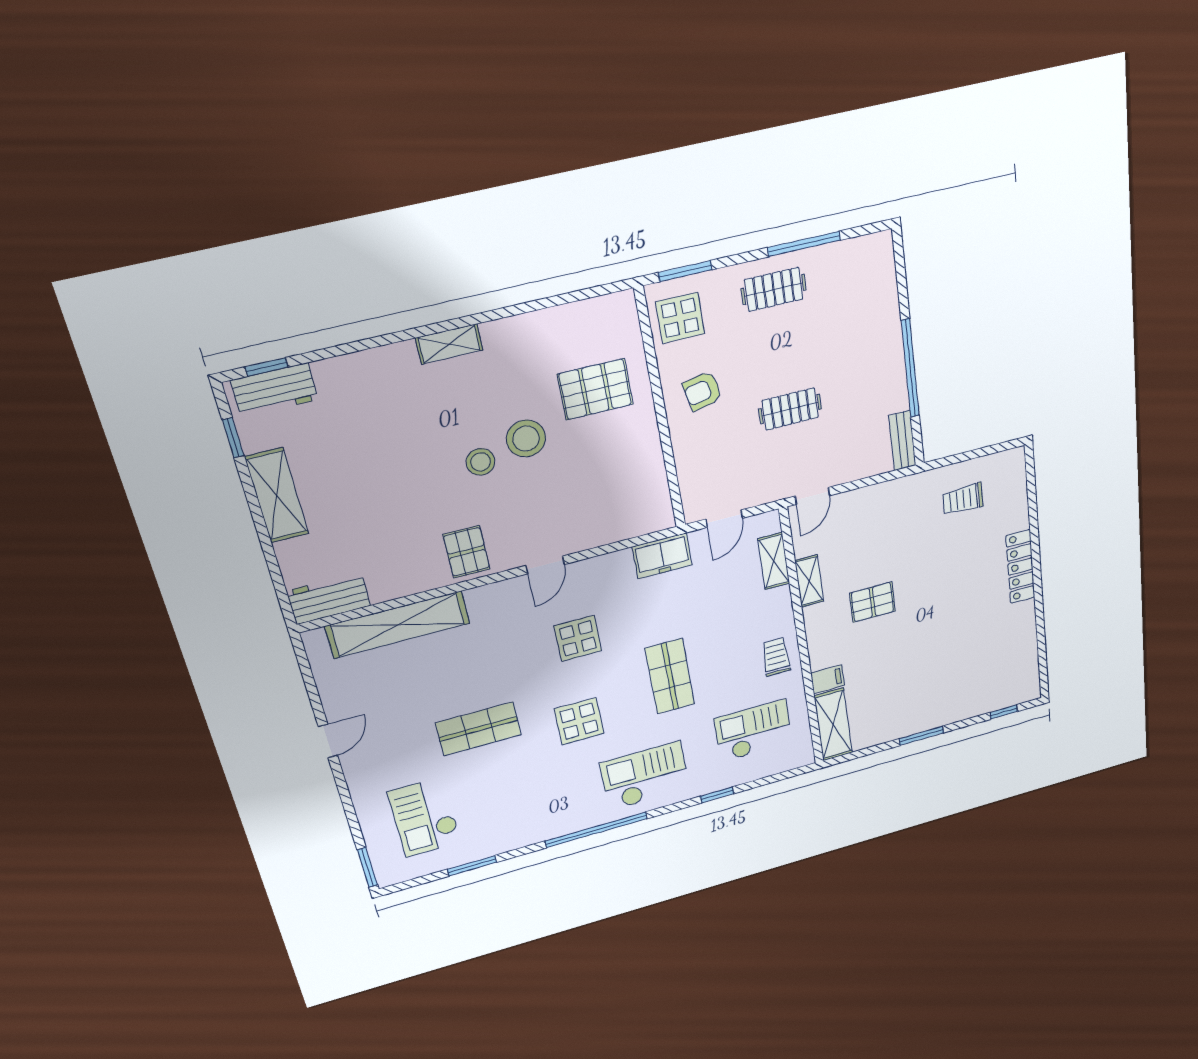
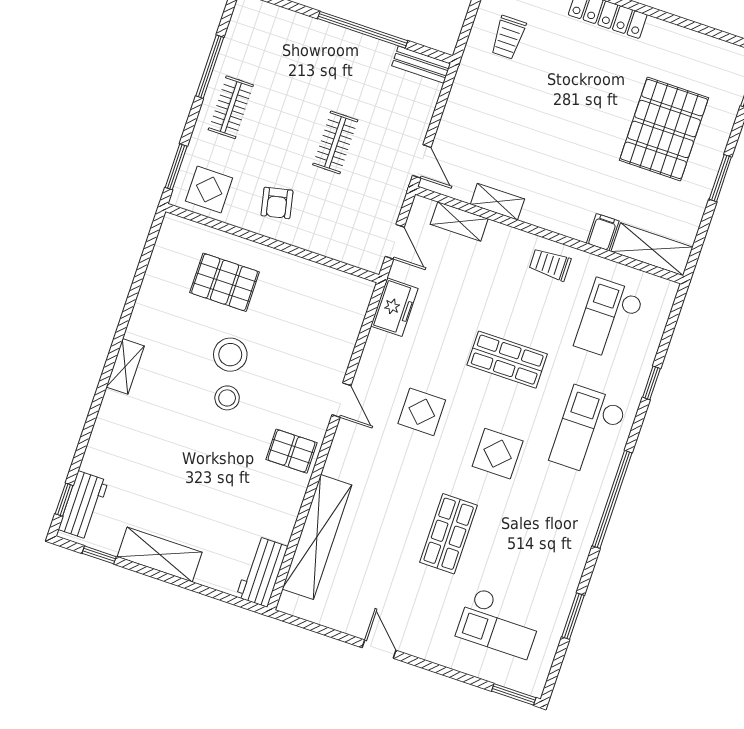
pallet: (595, 389) -> (225, 282), turned 90
pallet: (872, 602) -> (664, 129), moved, width x2.05, depth x2.00

